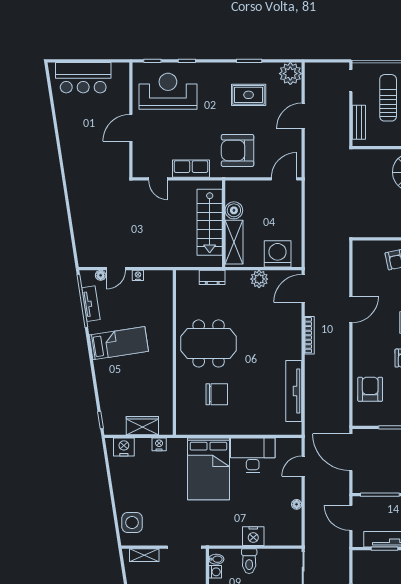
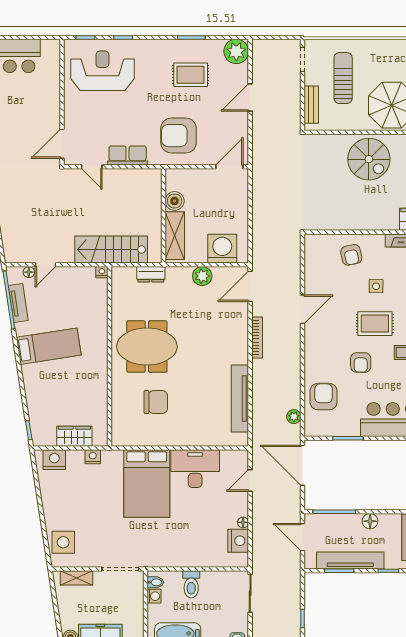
door: (131, 128) -> (62, 144), moved
stairs: (210, 222) -> (111, 250), moved, turned 90
nightstand: (138, 275) -> (102, 272), moved
plant: (343, 408) -> (294, 417), added
nightstand: (253, 536) -> (238, 541), moved, turned -90

